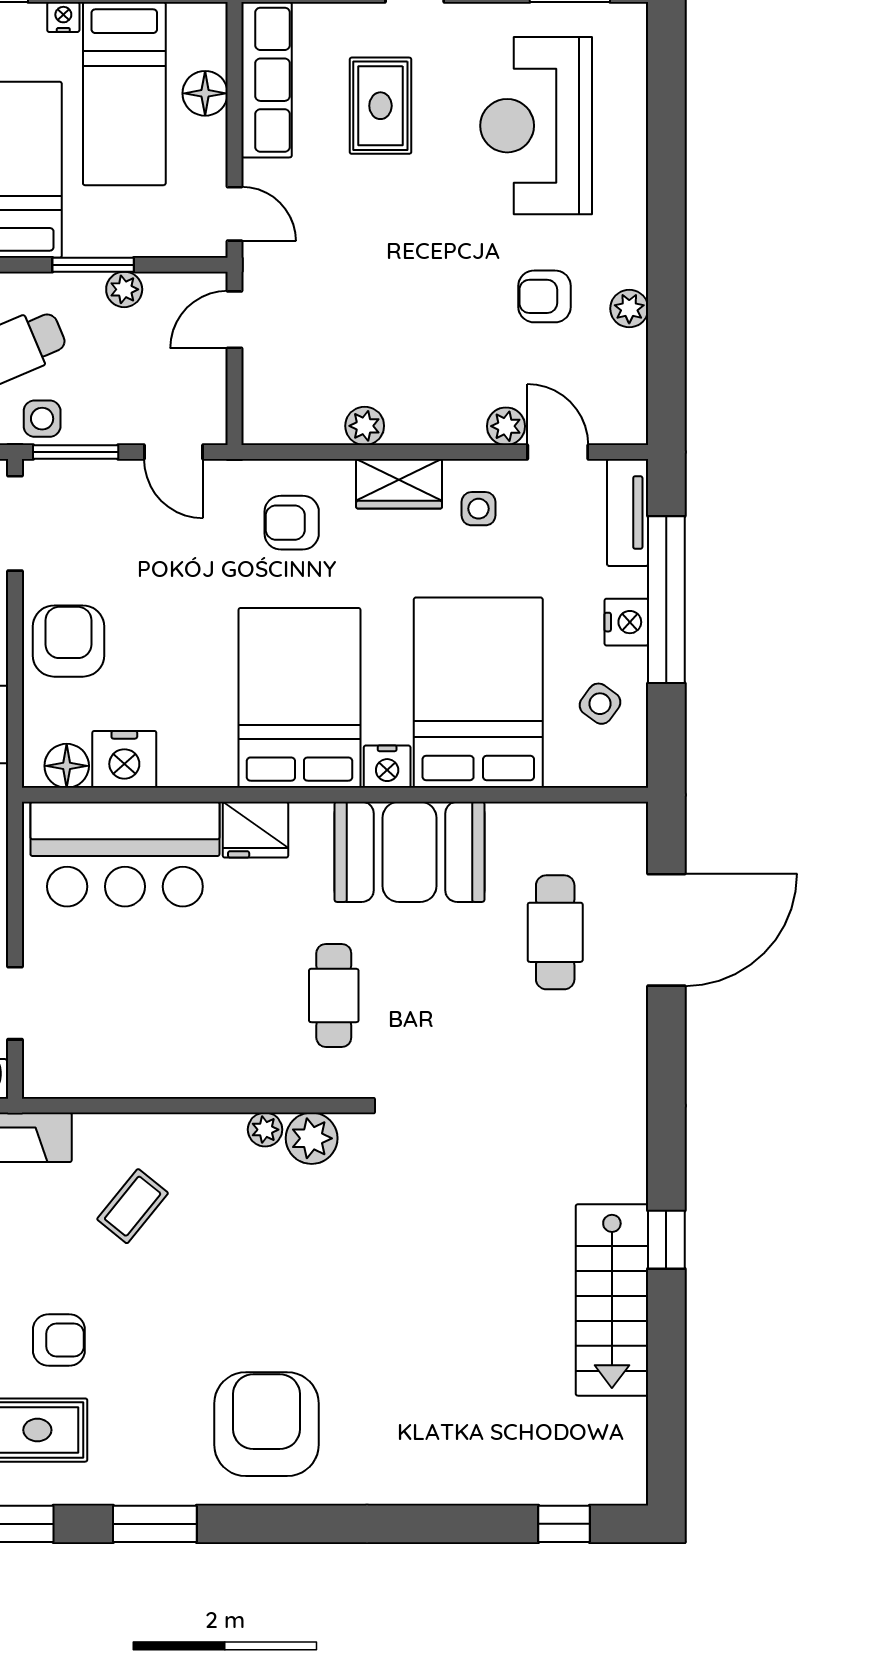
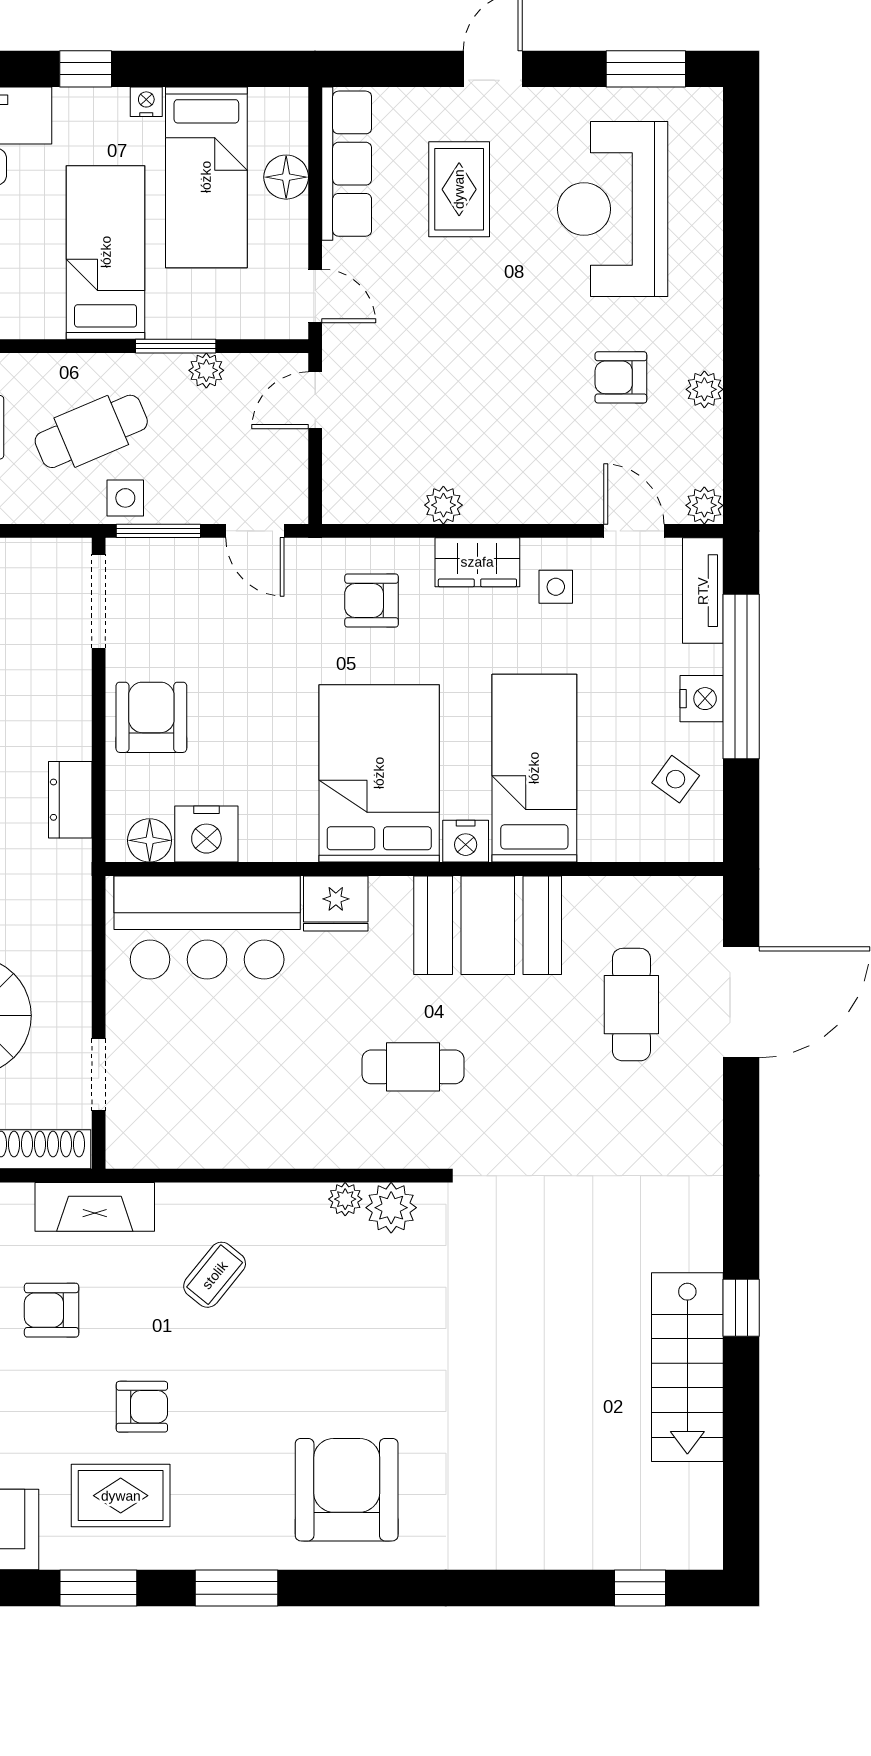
plant: (506, 426) -> (704, 505), moved
bed: (478, 693) -> (534, 768), width x0.67
cafe table: (334, 995) -> (413, 1067), turned 90

